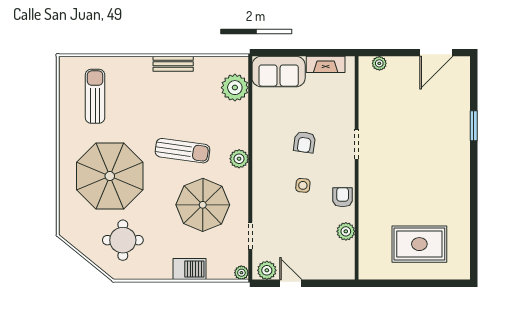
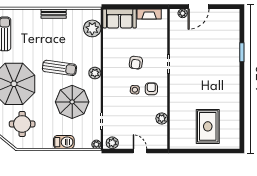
door: (436, 53) -> (199, 7), moved
armchair: (343, 197) -> (151, 89), moved
rug: (419, 244) -> (208, 126), turned 90
door: (291, 283) -> (140, 151), moved

